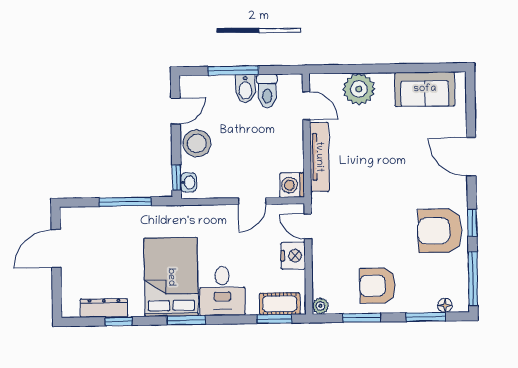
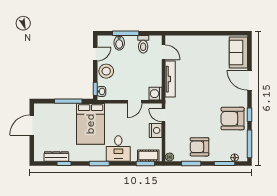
bidet: (245, 89) -> (119, 43), moved
plant: (359, 89) -> (191, 44), removed
sofa: (425, 89) -> (238, 53), moved, turned 90
bed: (171, 277) -> (91, 124), moved, turned 180

